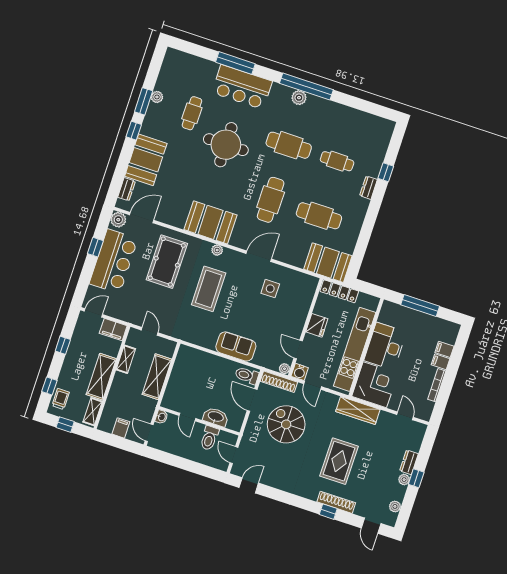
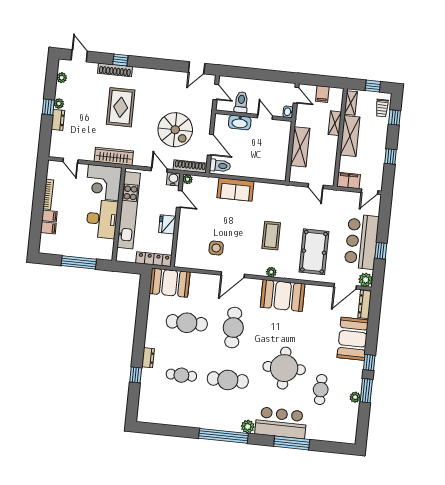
plant: (299, 98) -> (248, 427), moved
dresser: (127, 189) -> (365, 304), width x1.44
coffee table: (209, 289) -> (271, 236), width x0.73, depth x0.76
shelving: (126, 359) -> (335, 123), moved

